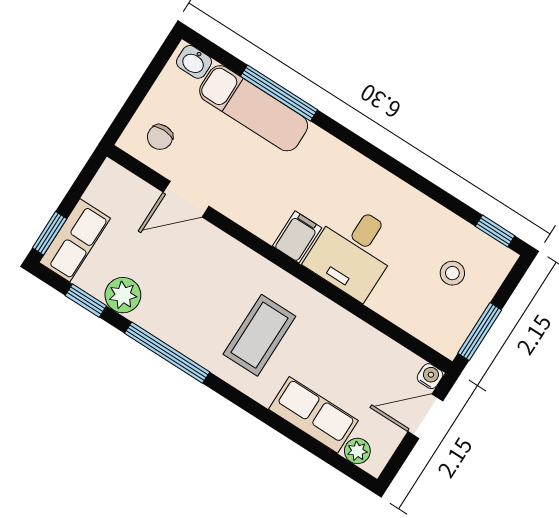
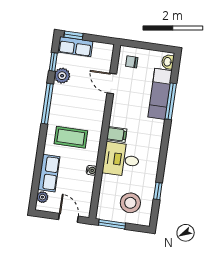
window: (495, 231) -> (158, 191), moved
stool: (452, 273) -> (130, 203), width x1.89, depth x1.89
water cooler: (430, 376) -> (91, 170), moved

